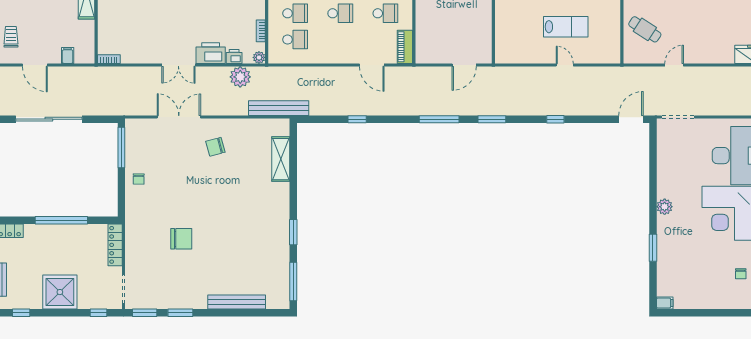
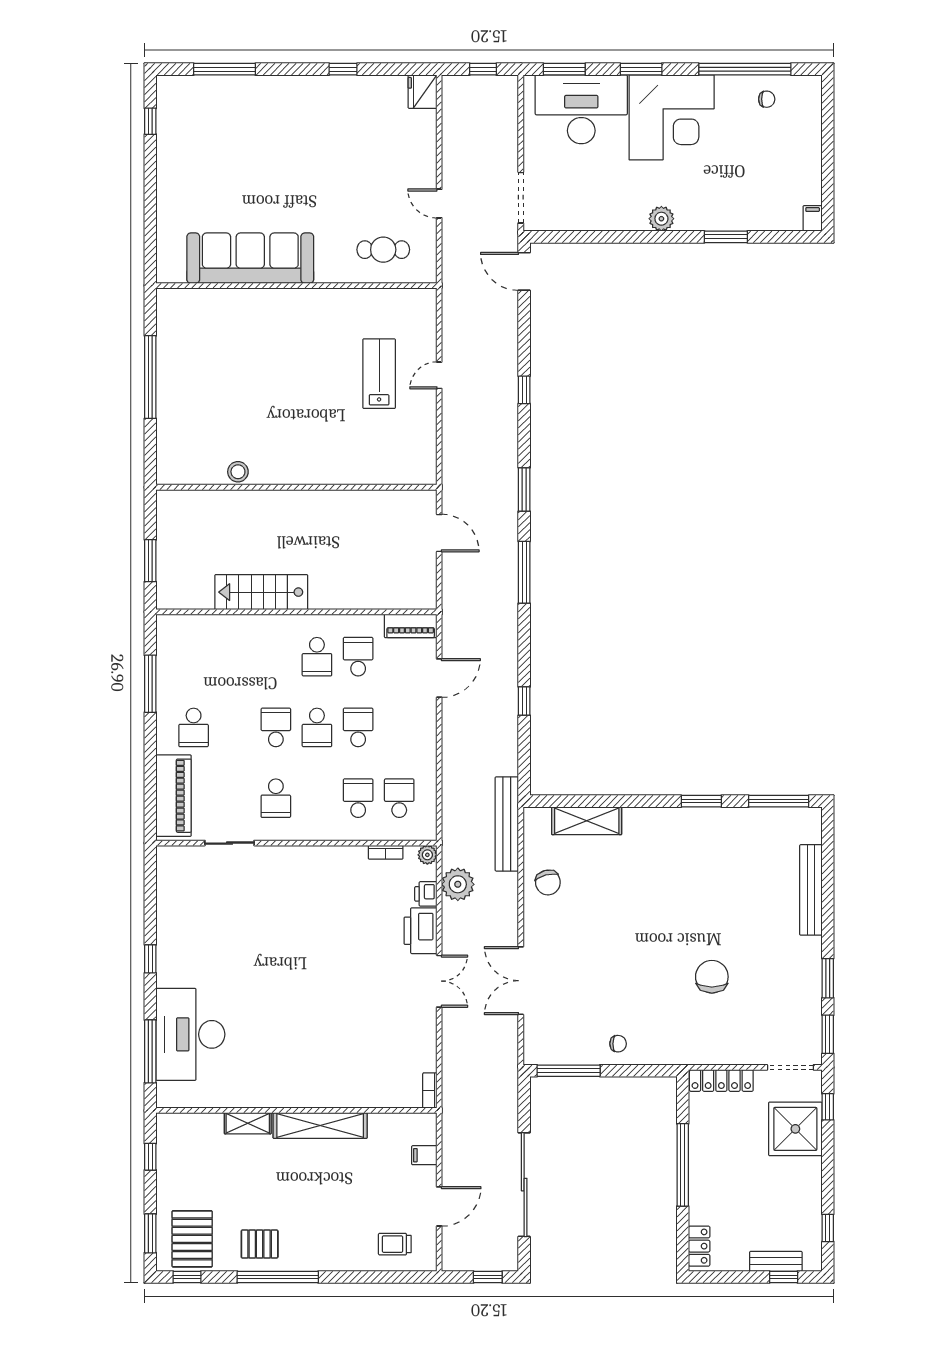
cafe table: (645, 29) -> (383, 250), turned 57
chair: (215, 147) -> (548, 882), moved
shower: (60, 292) -> (795, 1129), moved

